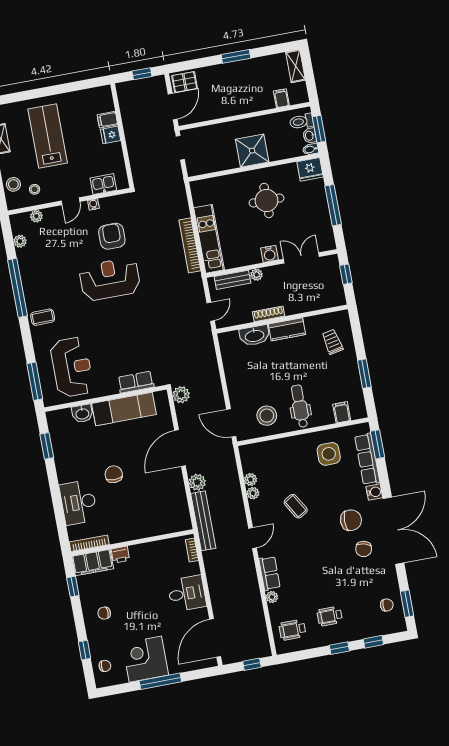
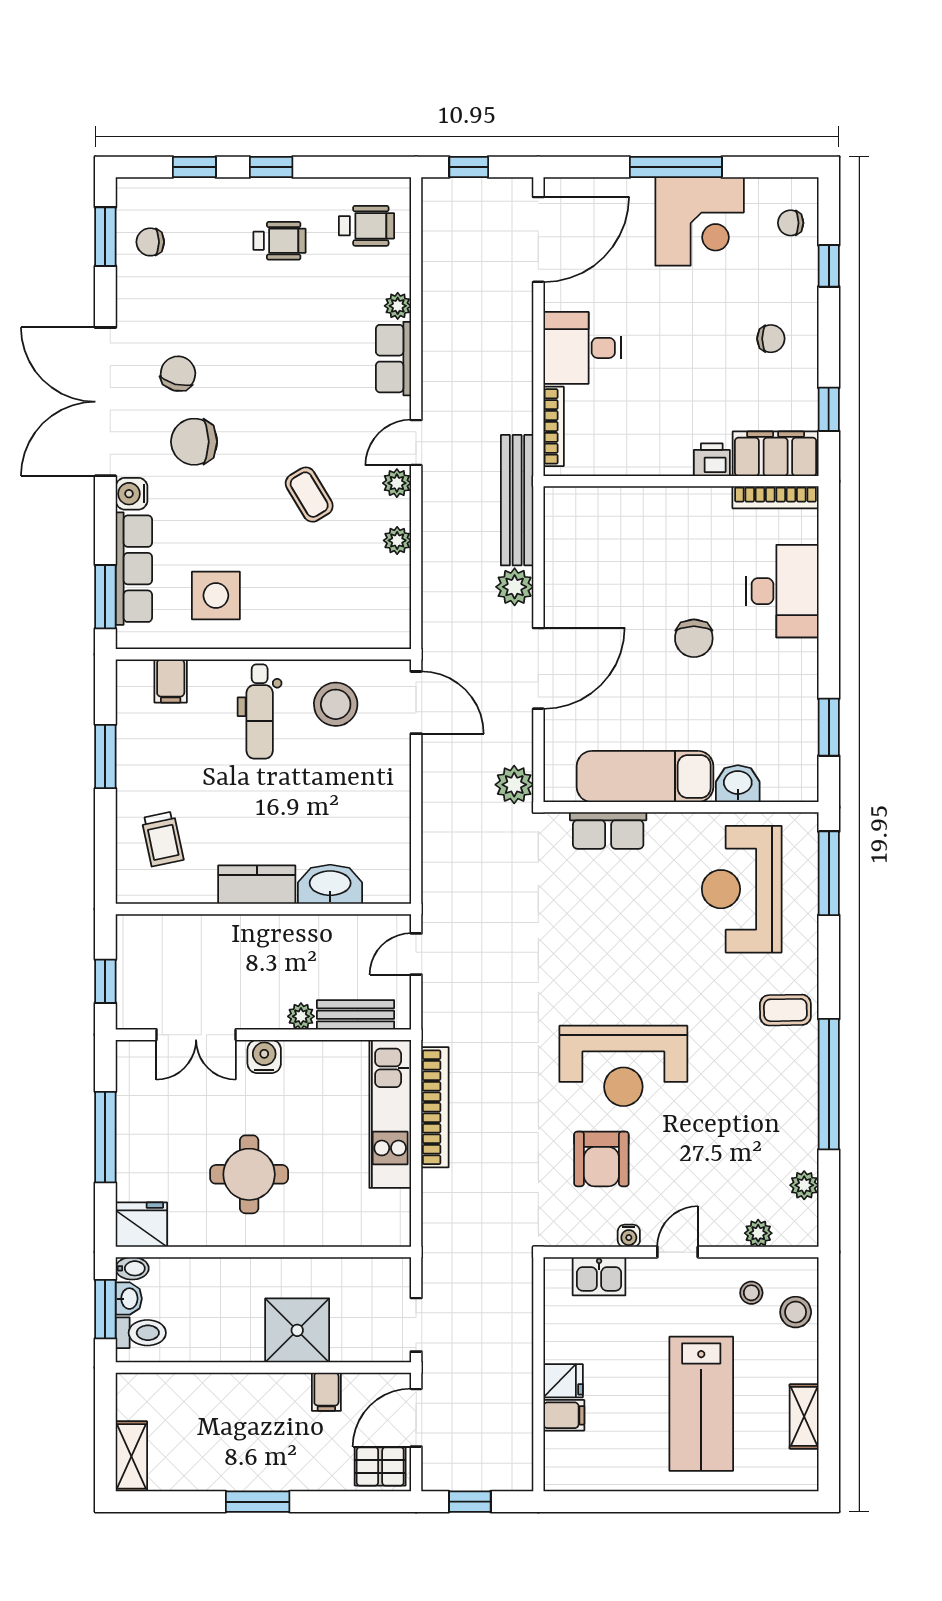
filing cabinet: (281, 98) -> (326, 1392), moved
shower: (252, 151) -> (297, 1330), moved
shoe rack: (269, 314) -> (291, 926), removed
plant: (251, 479) -> (397, 483), moved
bookcase: (192, 550) -> (554, 426), width x1.56

